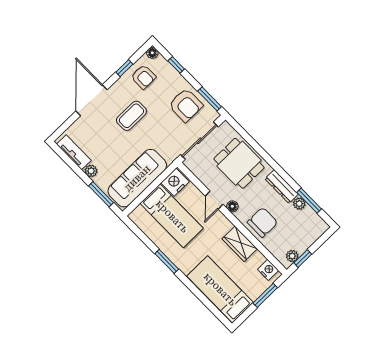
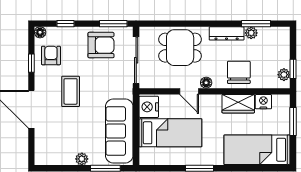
armchair: (143, 77) -> (51, 56), turned -90
tv unit: (74, 152) -> (56, 158), removed
nightstand: (268, 270) -> (263, 102), moved

